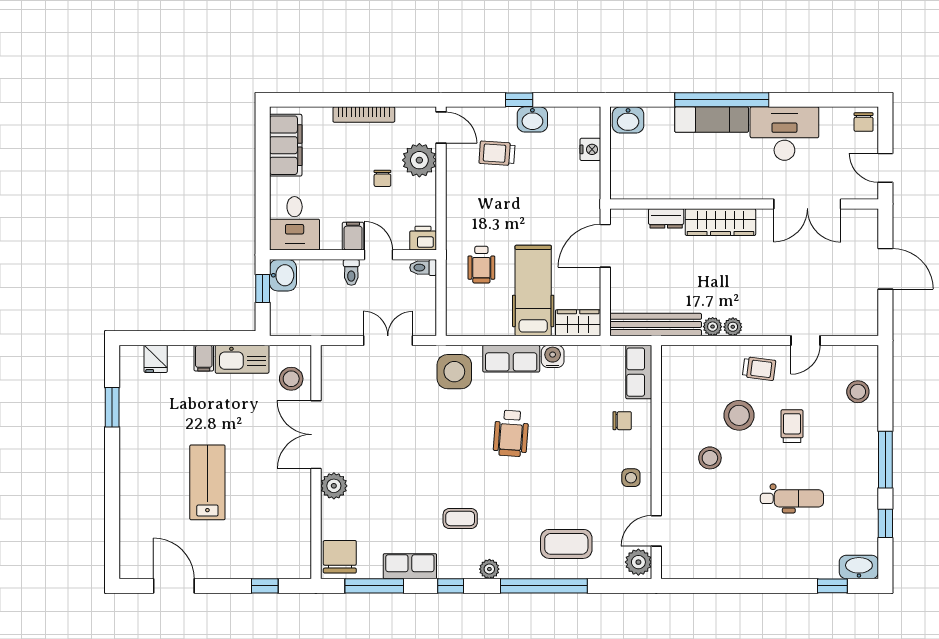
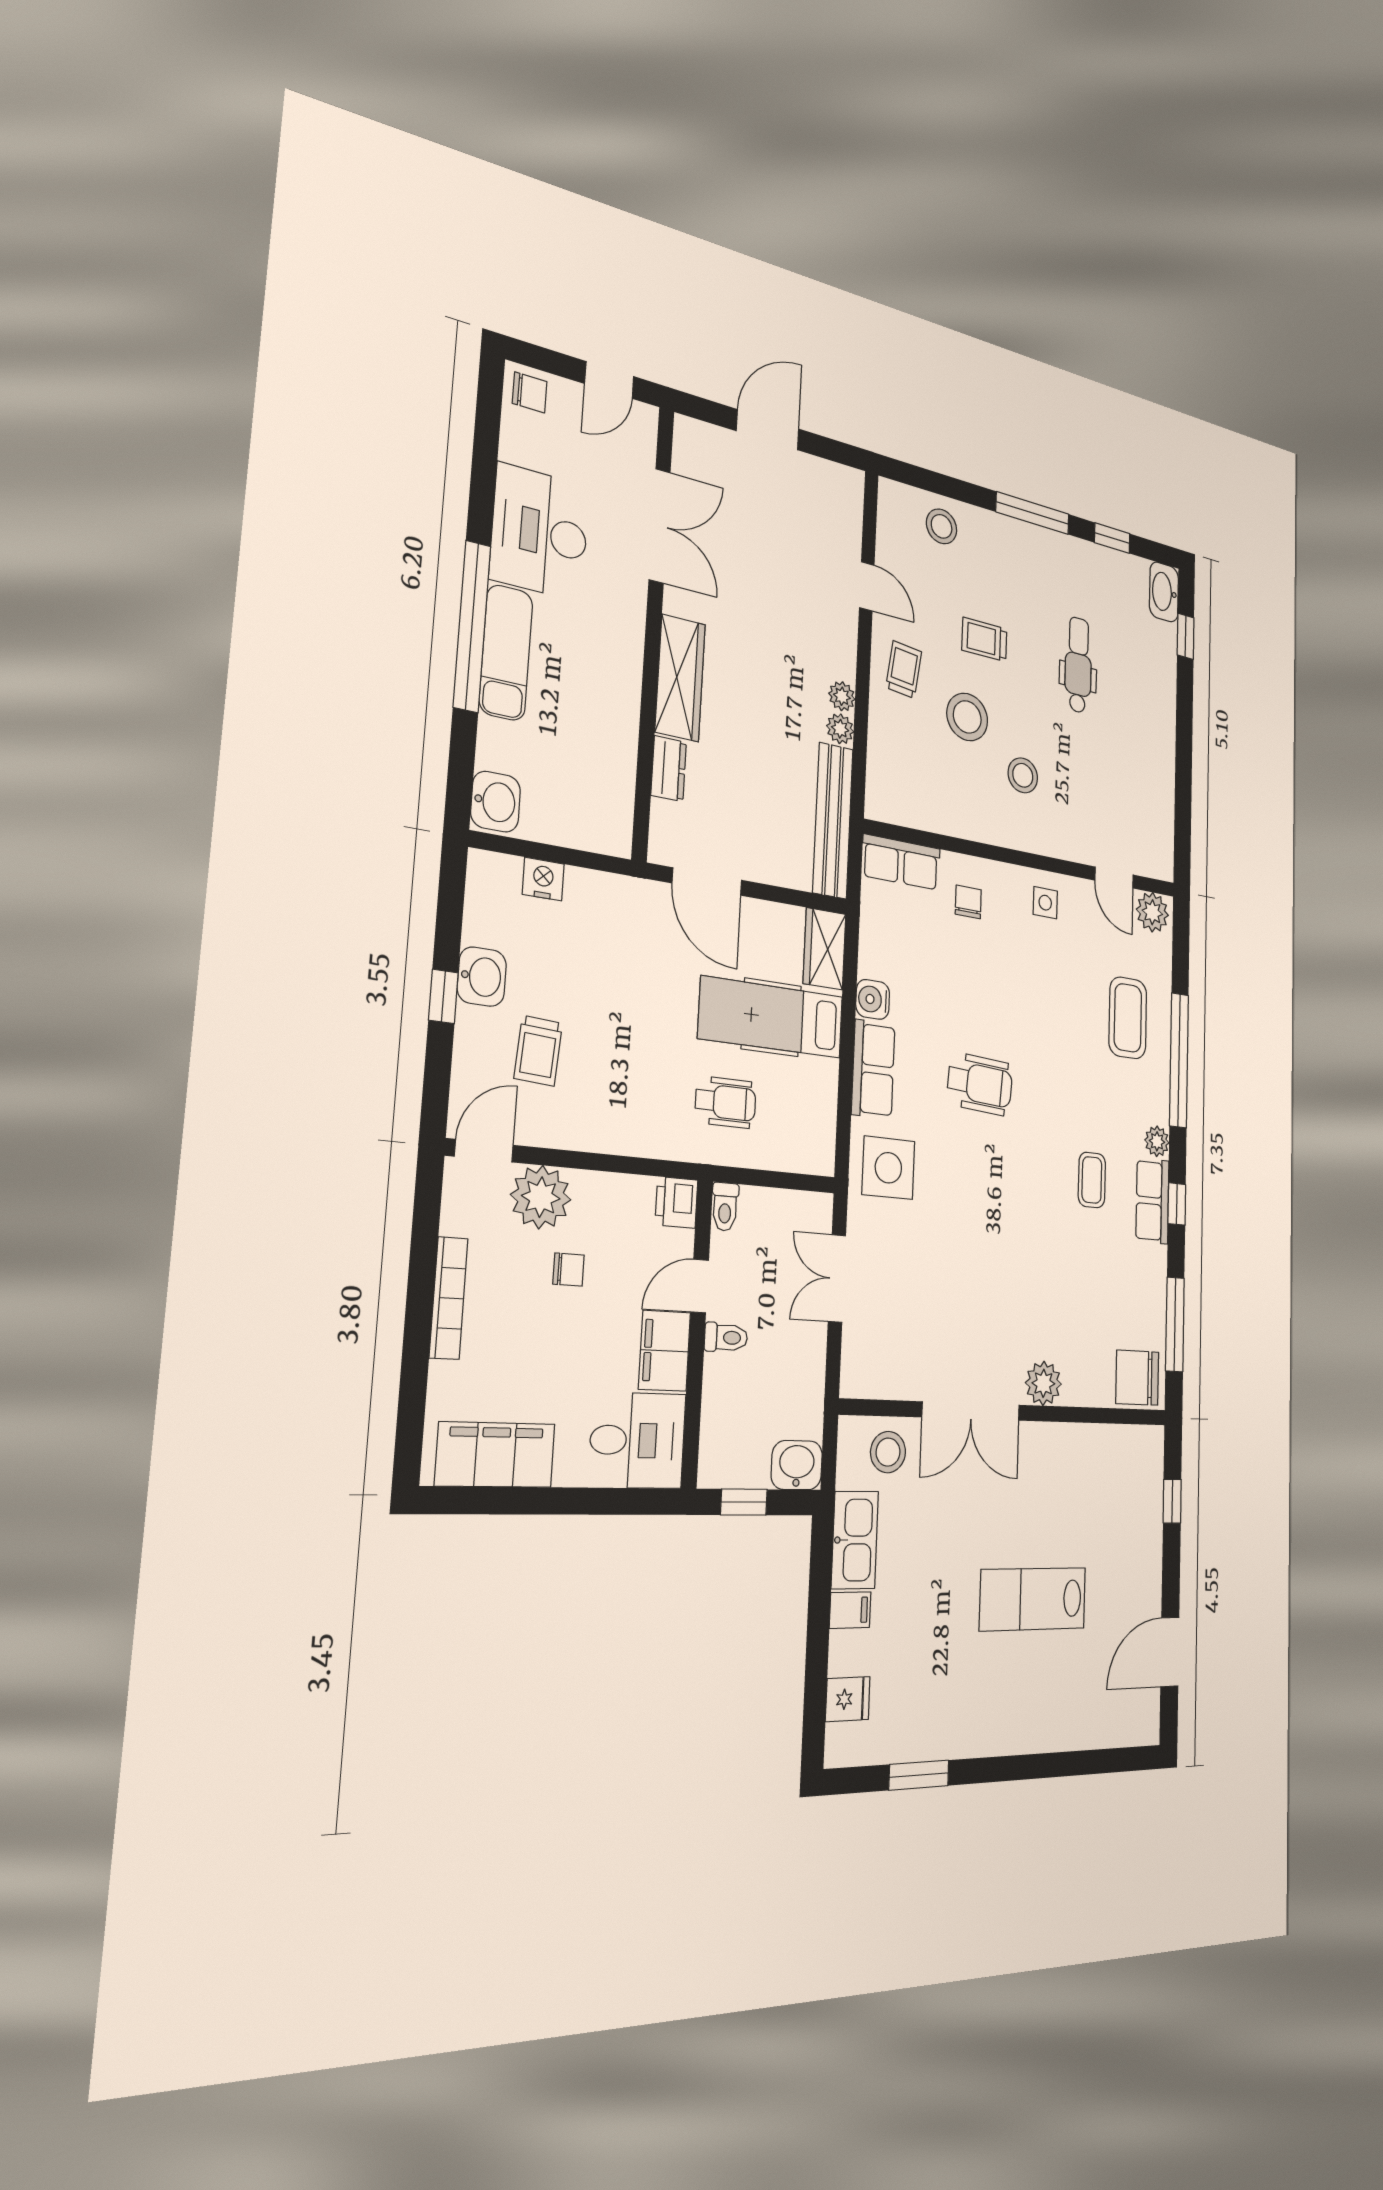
filing cabinet: (353, 236) -> (665, 1351), width x2.00
washbasin: (283, 275) -> (797, 1465), moved
row of seats: (410, 566) -> (1152, 1201), moved

